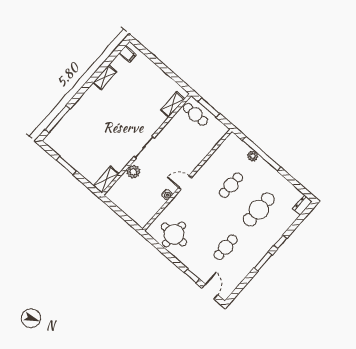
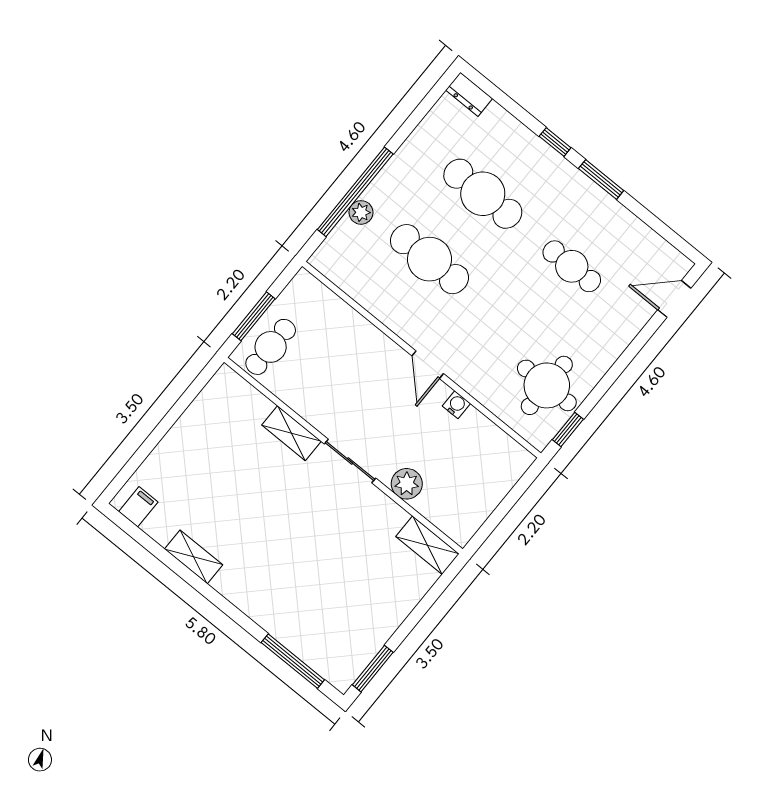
shelving: (173, 104) -> (291, 433), moved
window: (66, 166) -> (373, 669), moved
cafe table: (231, 185) -> (429, 259), width x1.37, depth x1.35
window: (192, 276) -> (568, 429), moved

